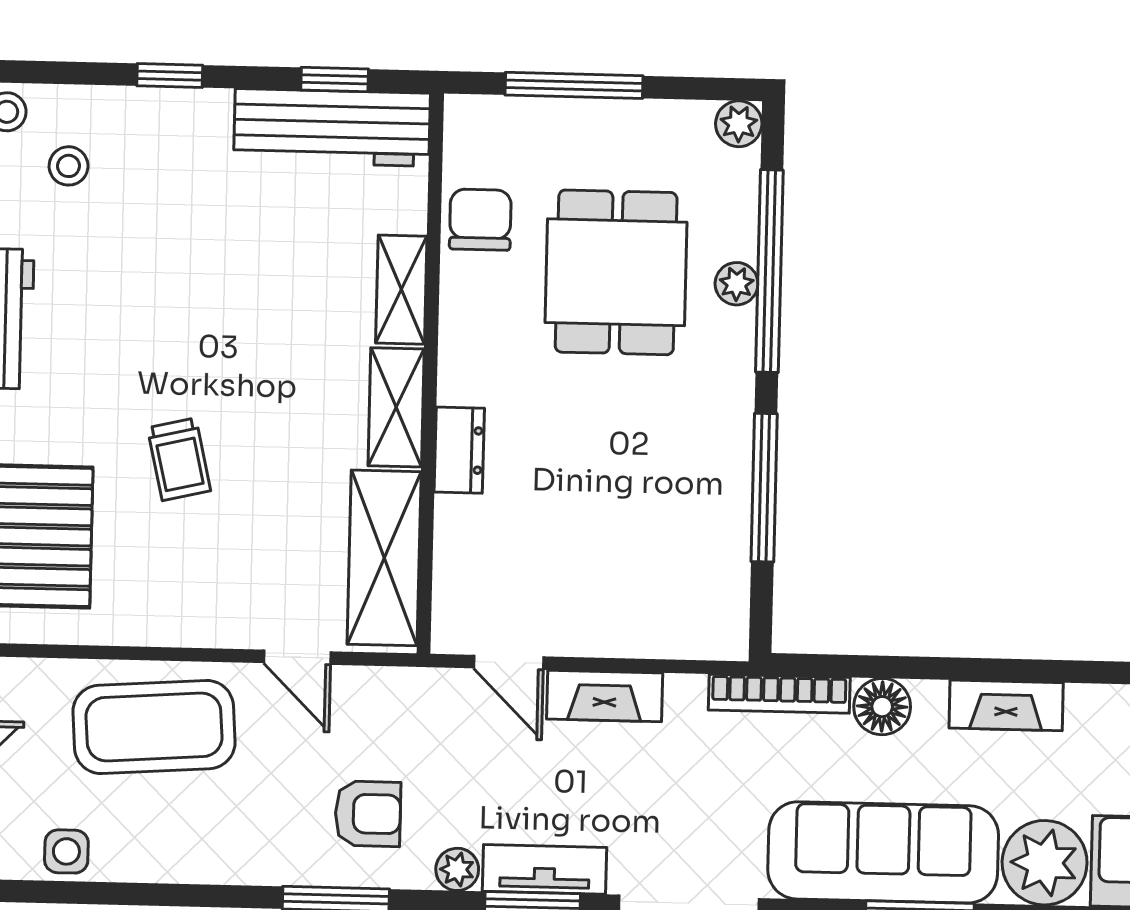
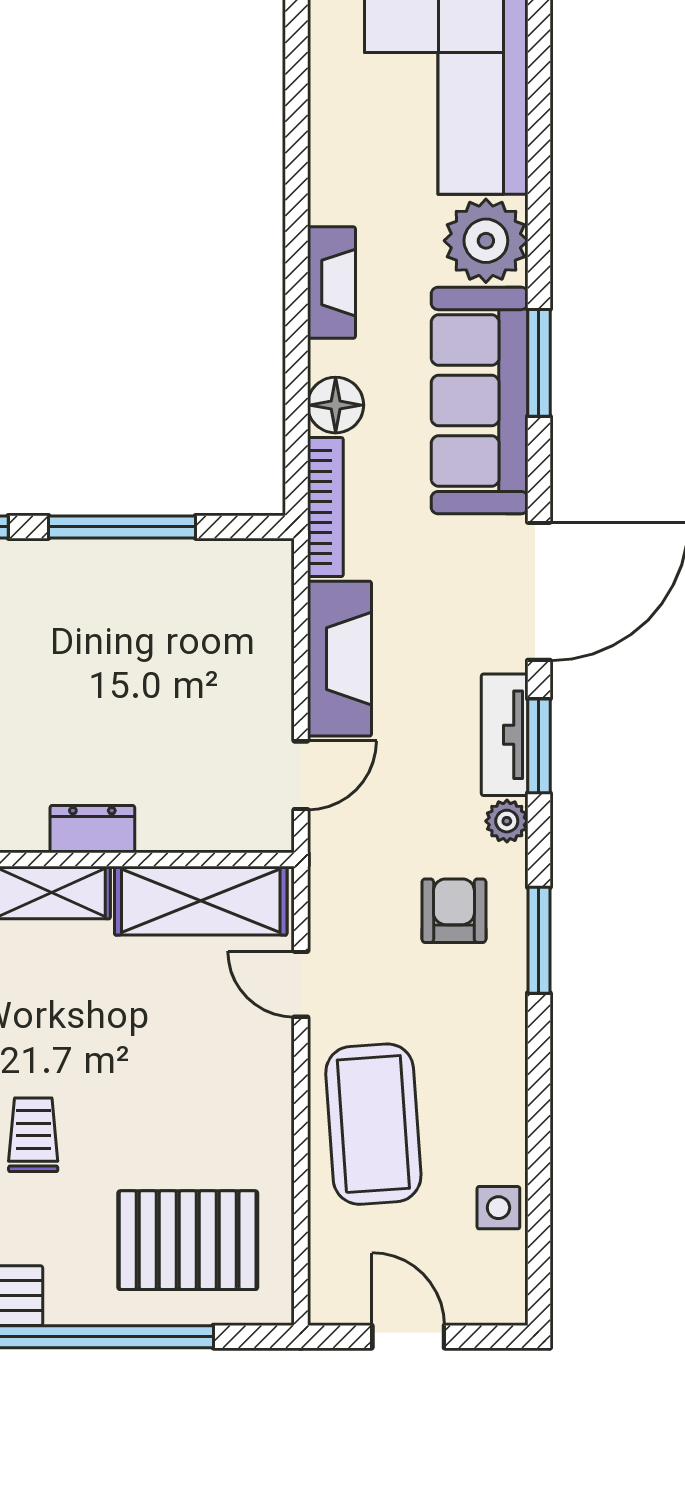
trolley: (179, 459) -> (33, 1135), moved, turned -77
door: (297, 657) -> (301, 984), swing flipped
fireplace: (605, 696) -> (339, 659), width x1.37, depth x1.32

